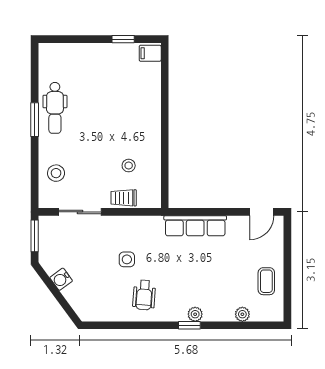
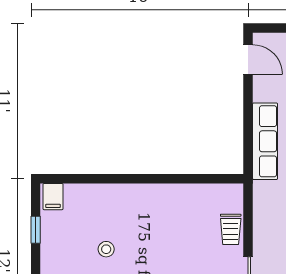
stool: (129, 166) -> (106, 249), moved

